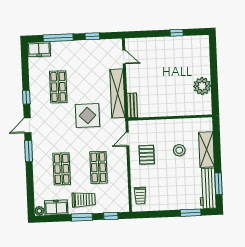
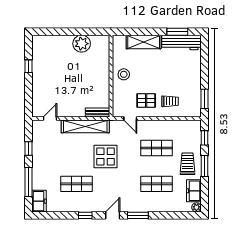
door: (28, 125) -> (113, 215), swing flipped
stool: (179, 150) -> (124, 74), moved
trolley: (140, 196) -> (170, 101), moved
window: (191, 213) -> (204, 99), moved

